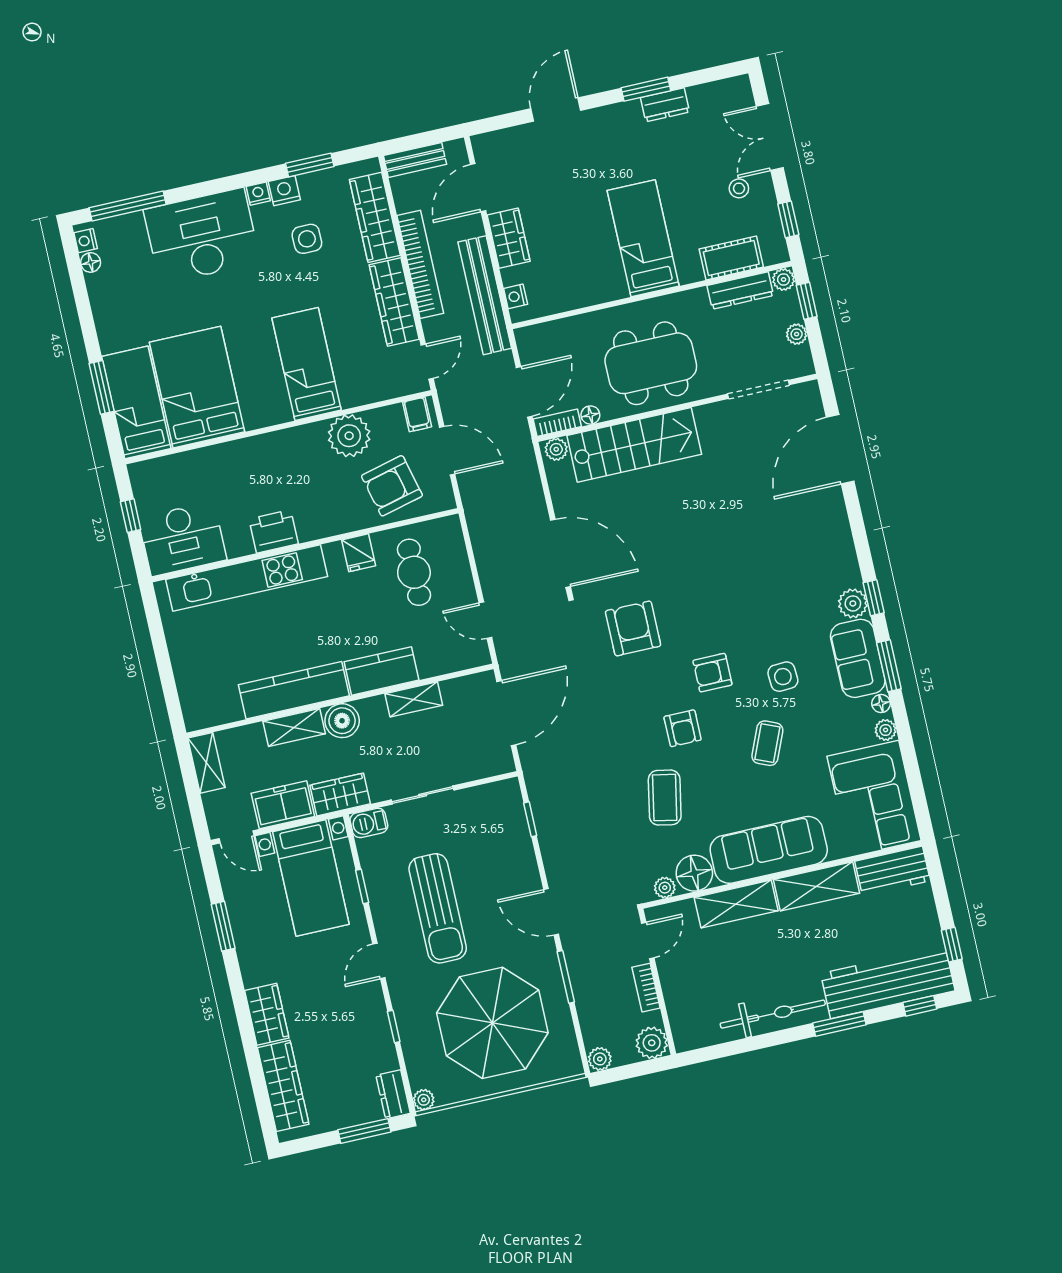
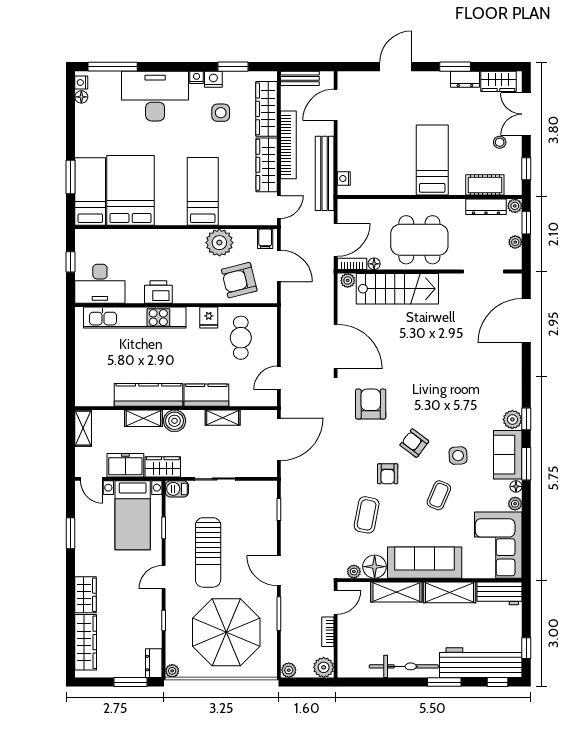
wardrobe: (509, 238) -> (498, 81), moved, turned 90
door: (485, 620) -> (279, 378), hinge flipped
armchair: (712, 673) -> (414, 443), turned 37

